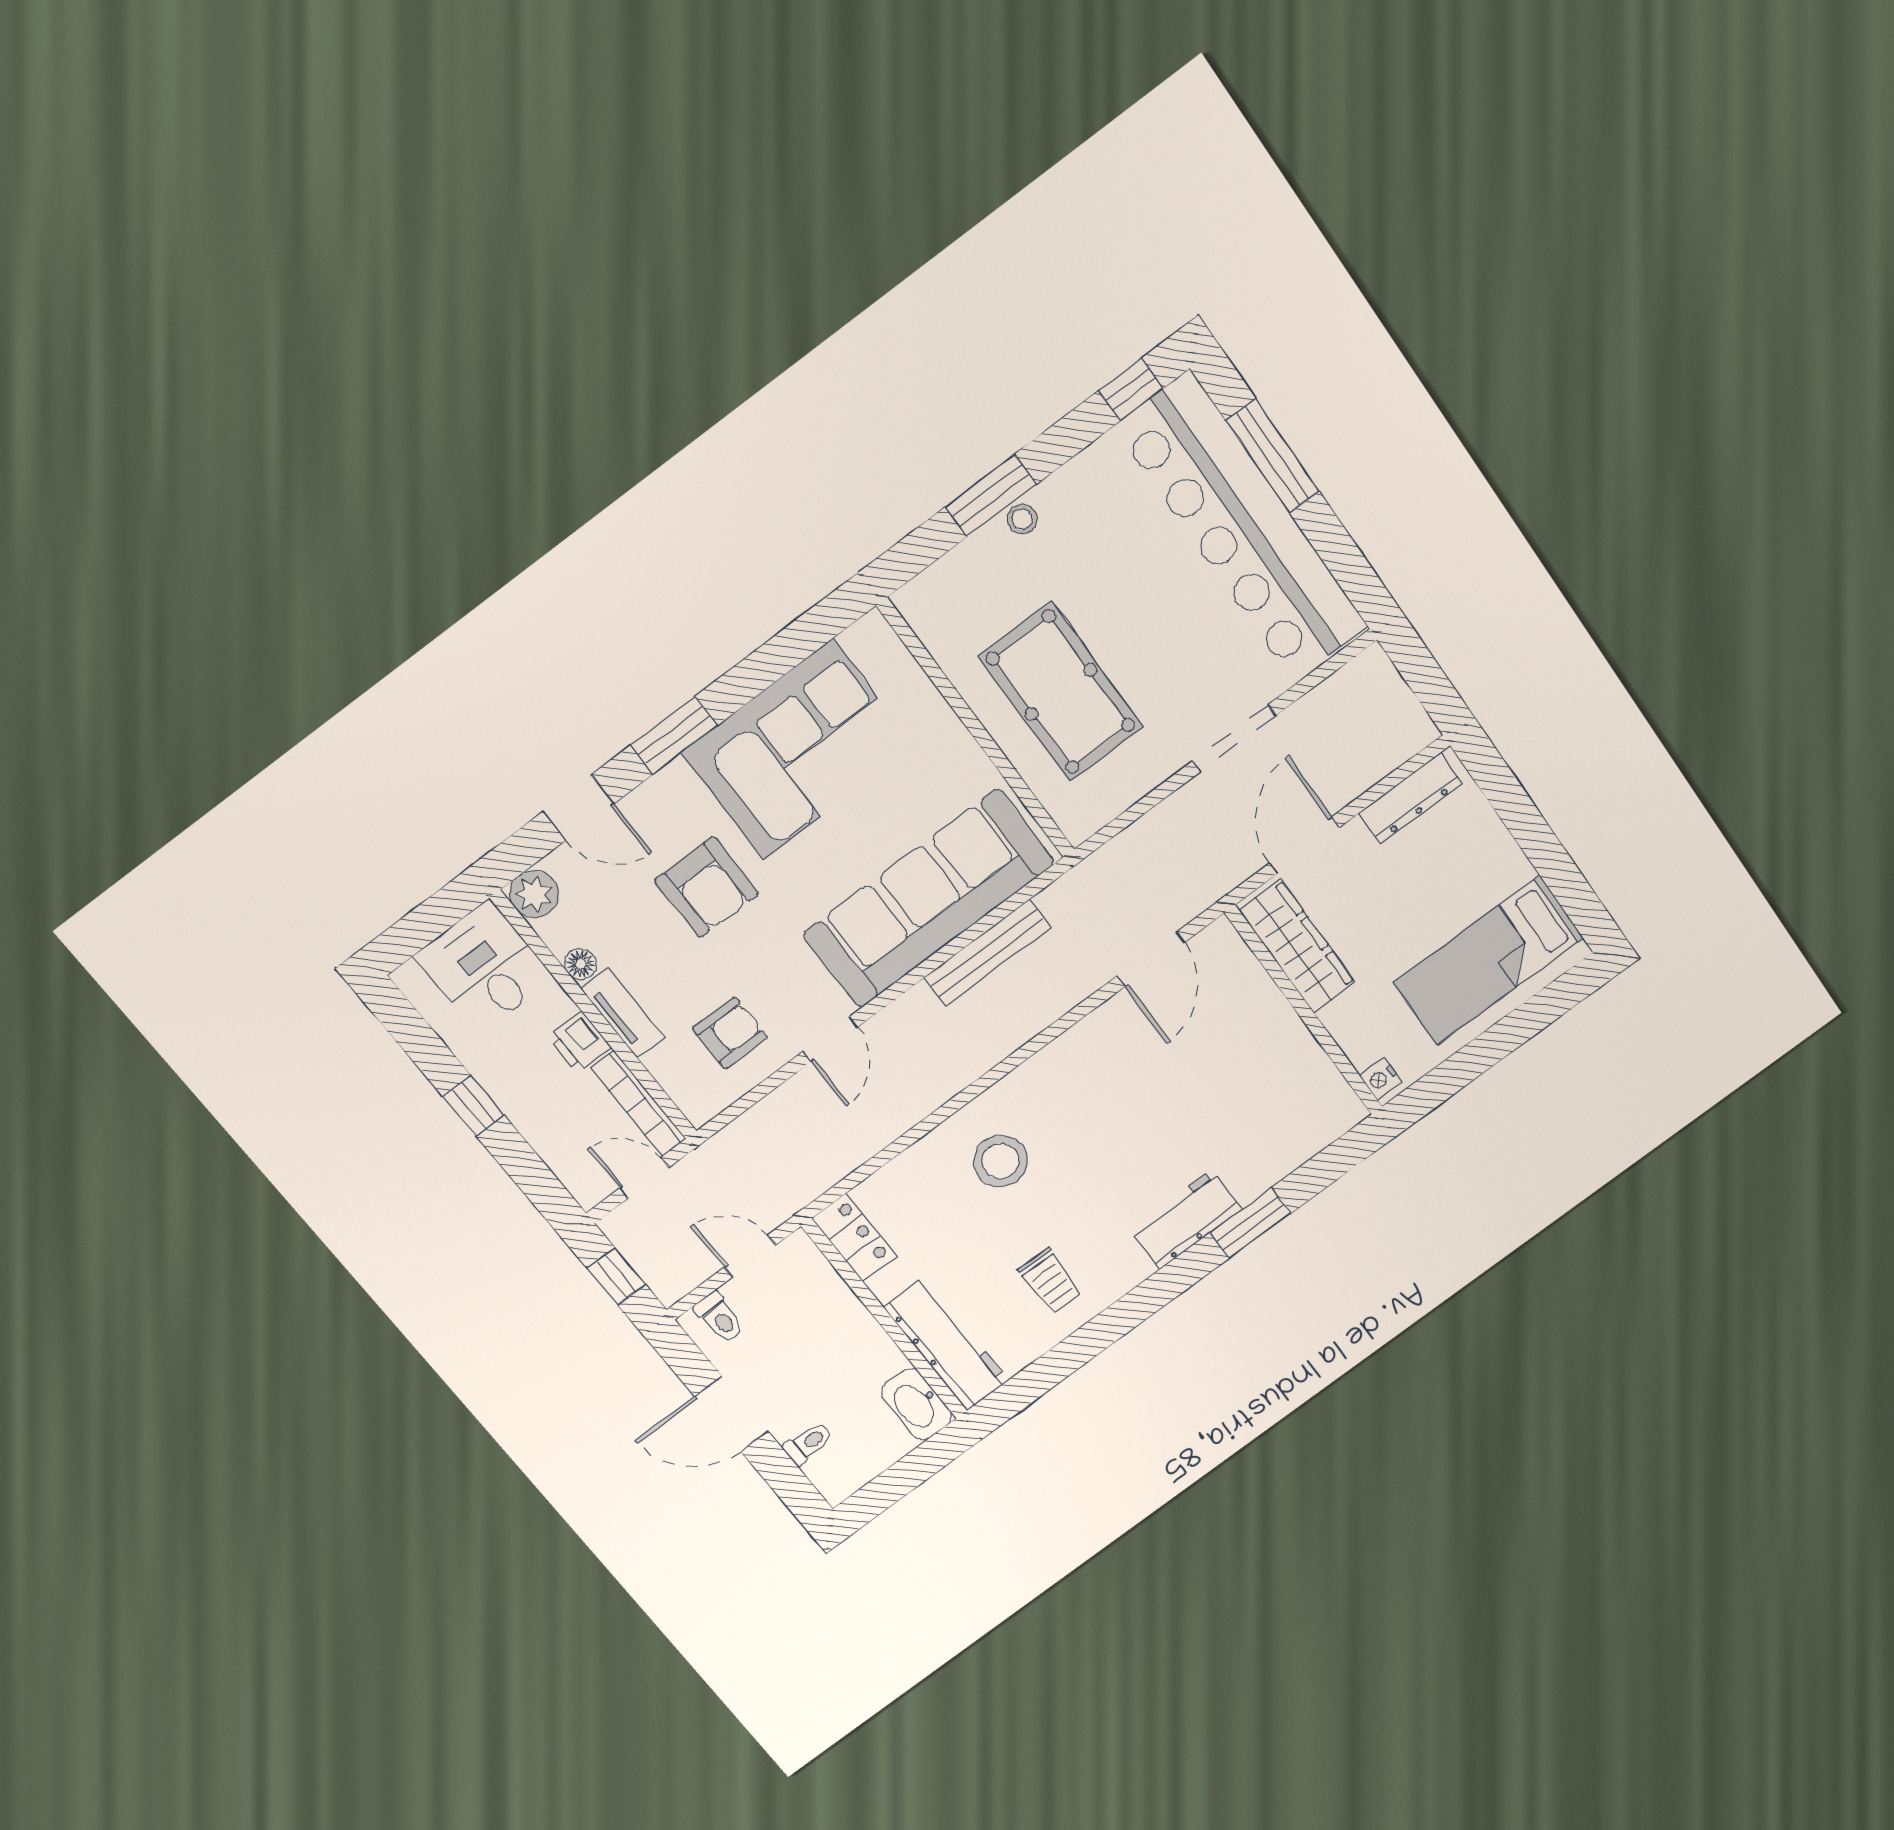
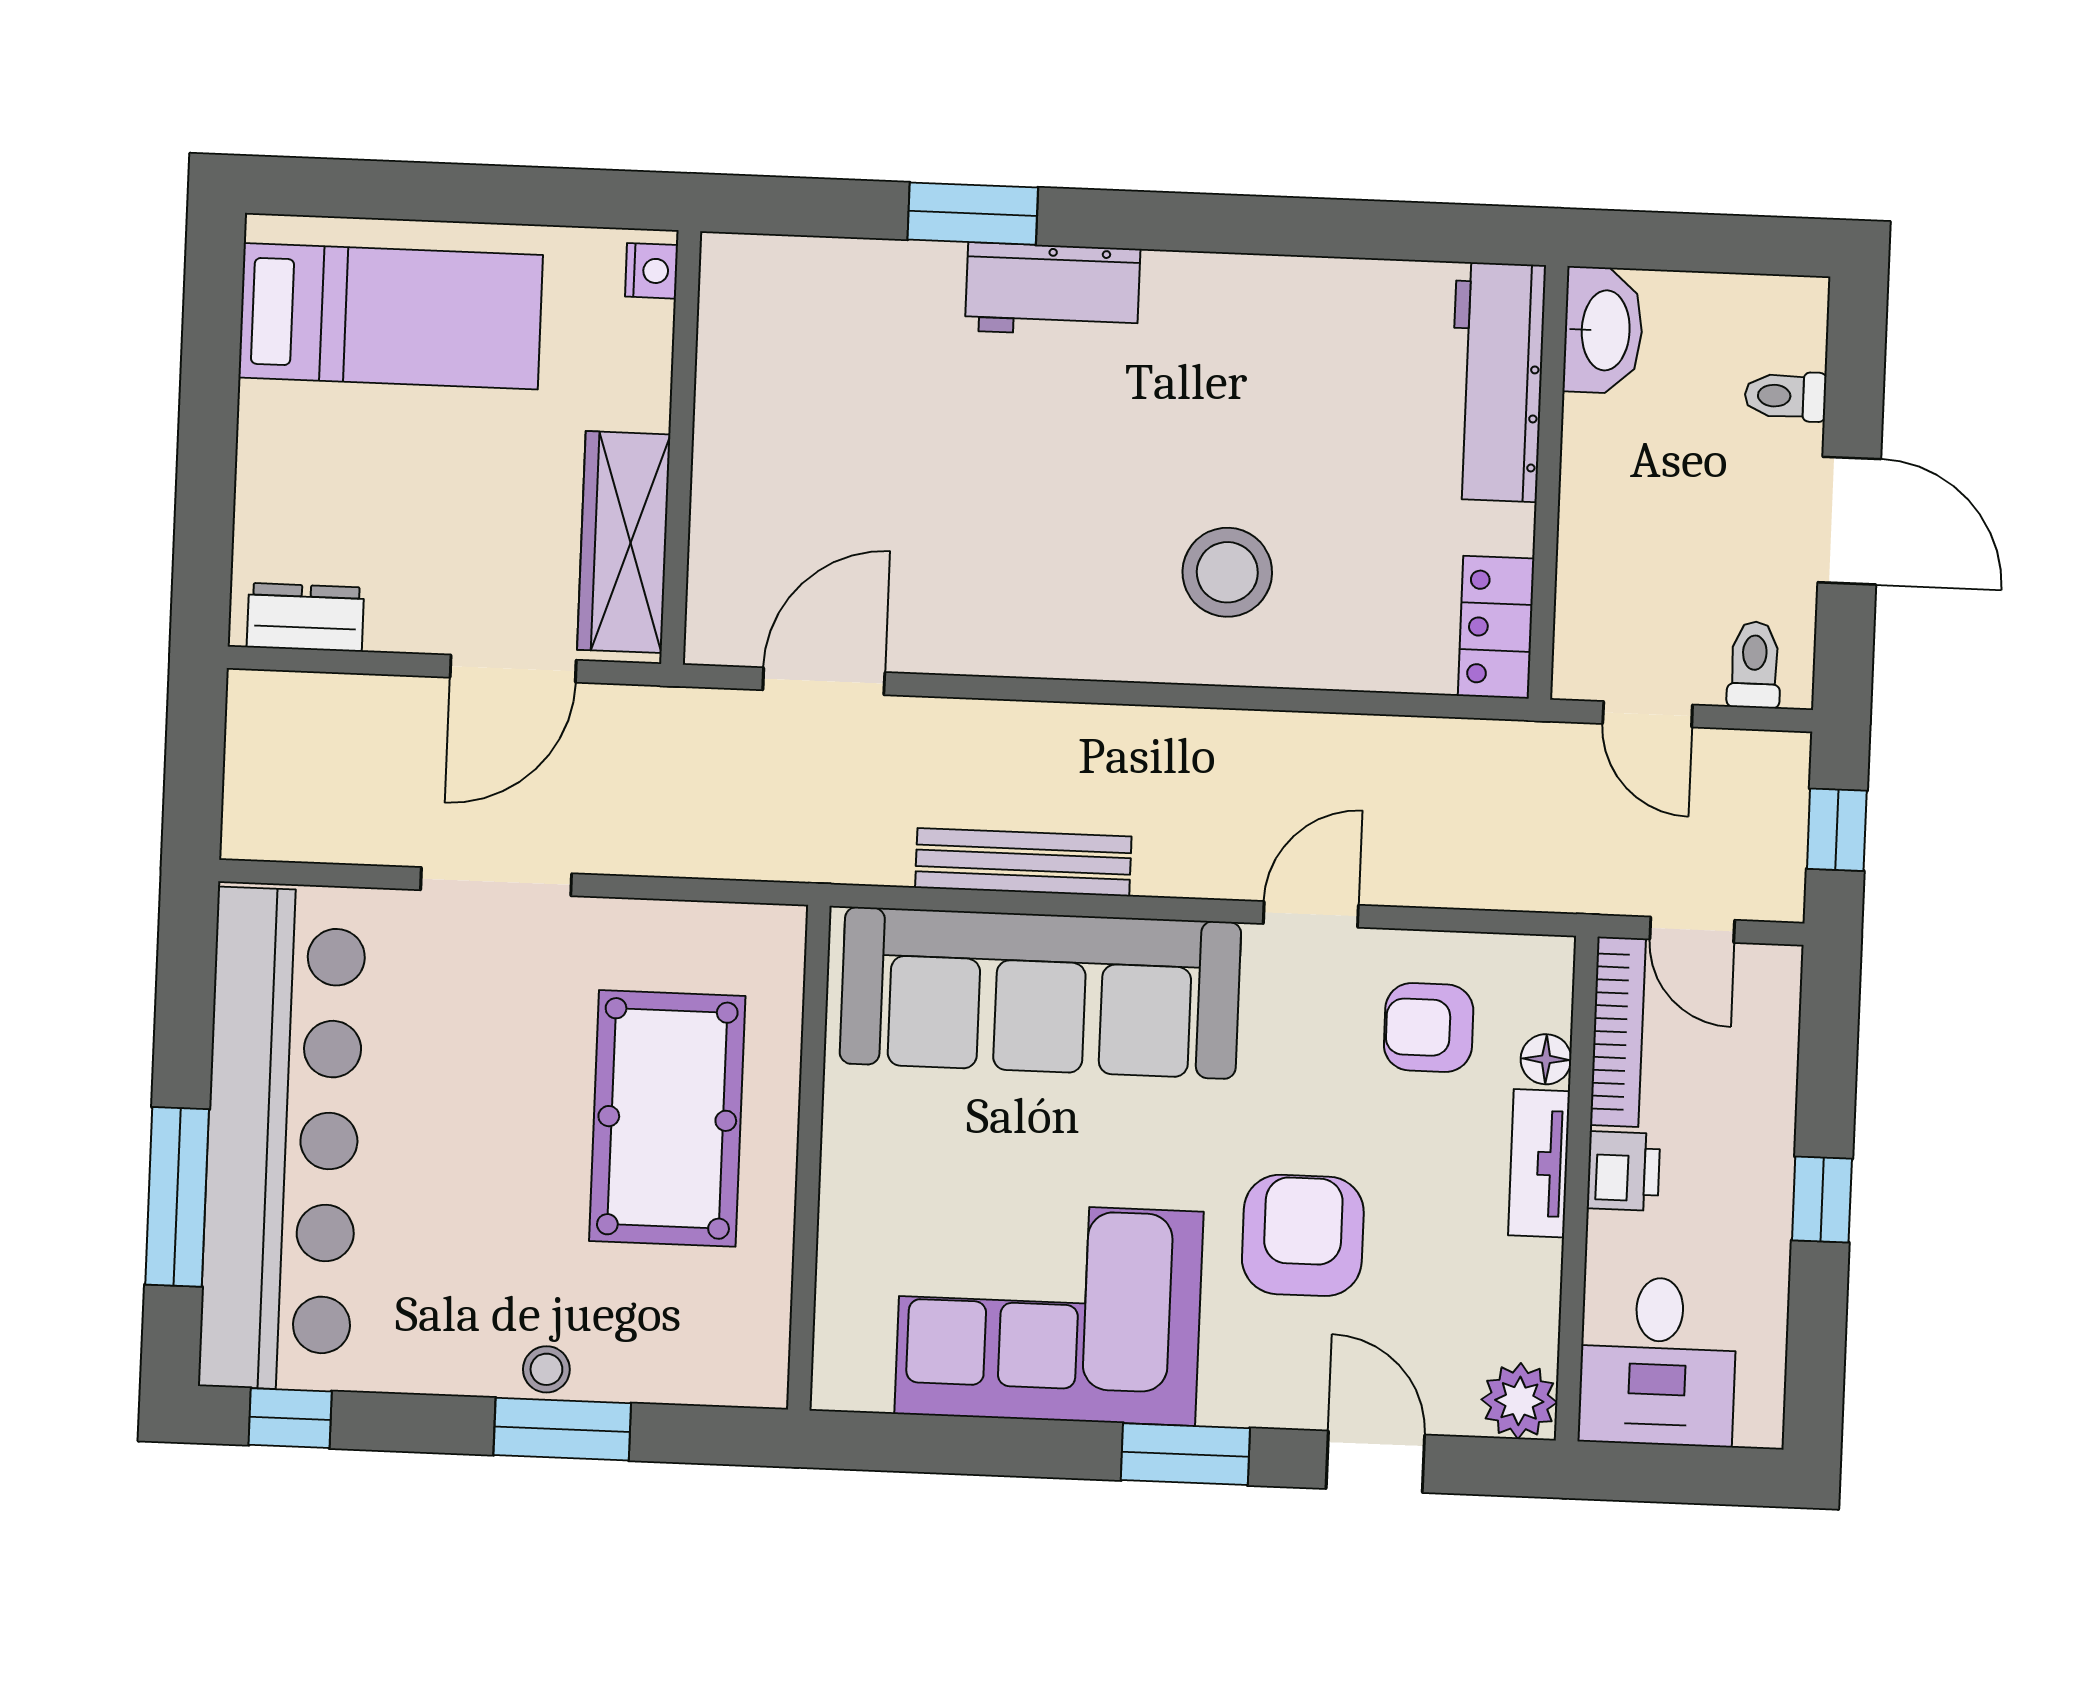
dresser: (1411, 798) -> (305, 617), width x0.70
floor lamp: (581, 964) -> (1546, 1059), moved
trolley: (1050, 1281) -> (1294, 354), removed

